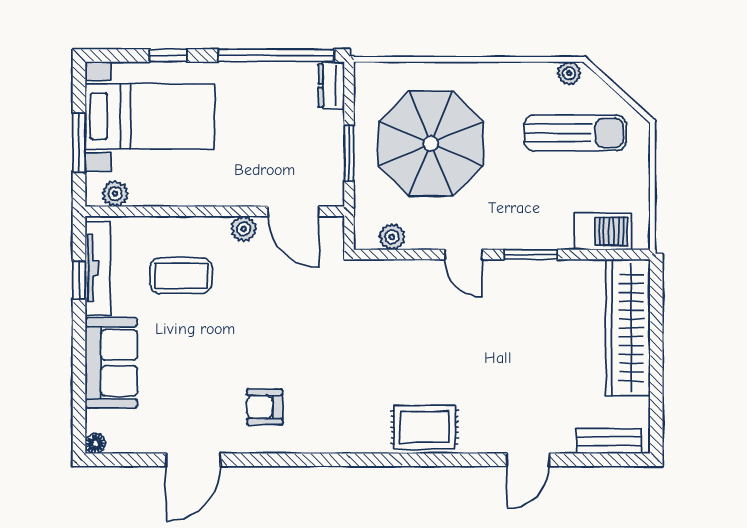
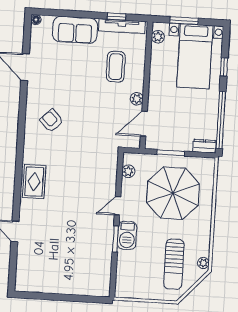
barbecue: (603, 231) -> (127, 235), moved
wardrobe: (628, 328) -> (77, 284), removed
armchair: (265, 407) -> (51, 121), moved, turned -44
bench: (609, 441) -> (22, 272), removed

